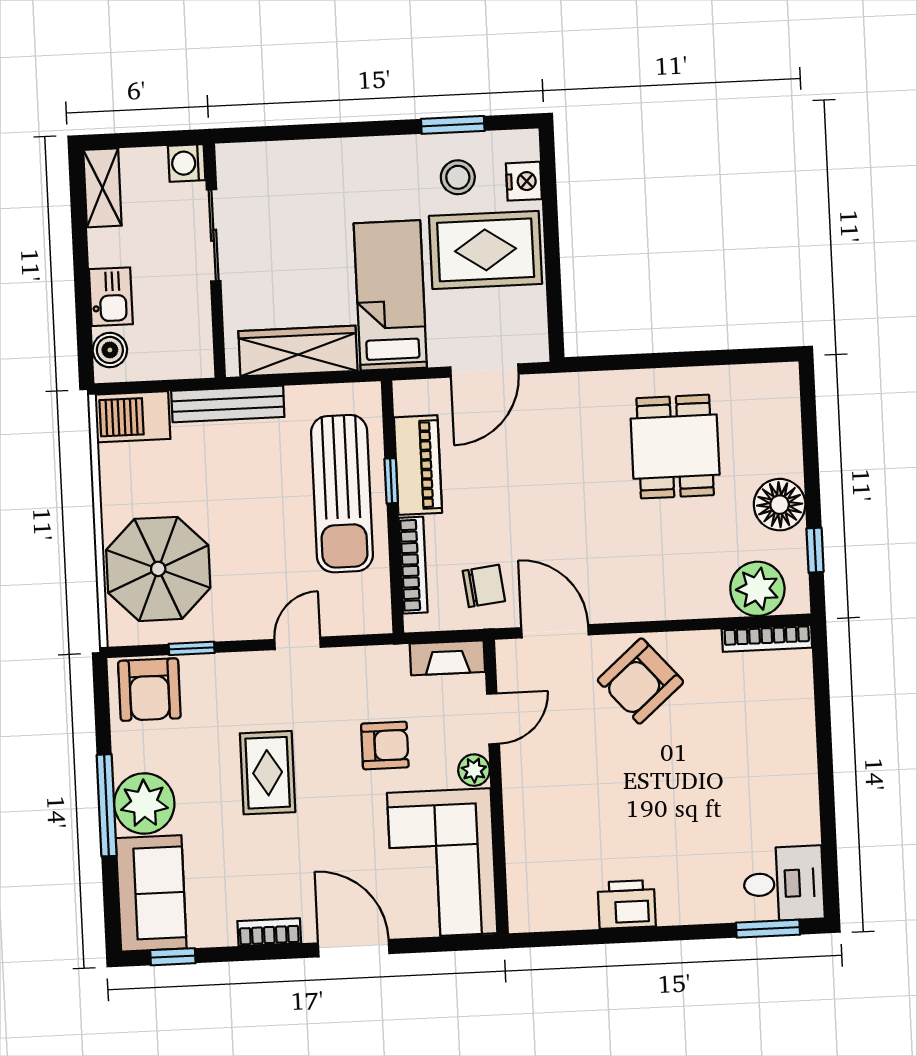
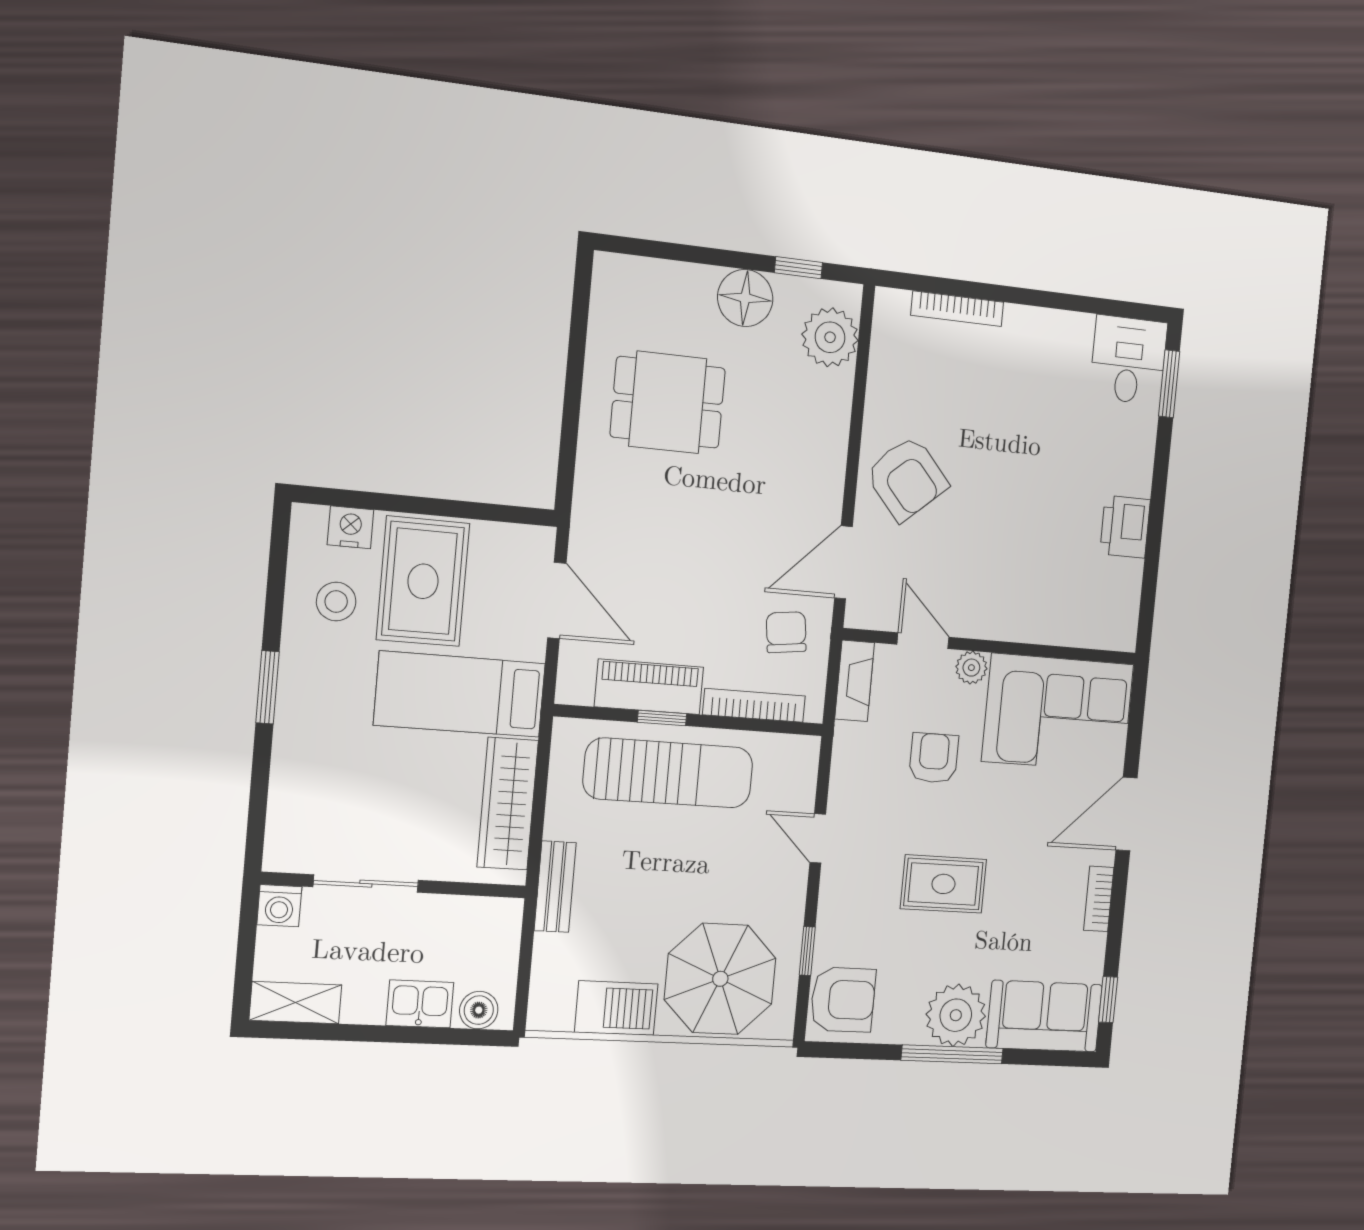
window: (453, 125) -> (268, 687), moved
bench: (228, 404) -> (555, 887), width x0.73
barbecue: (133, 417) -> (616, 1008), moved, turned -90
bookcase: (767, 638) -> (957, 309), moved, turned 90

